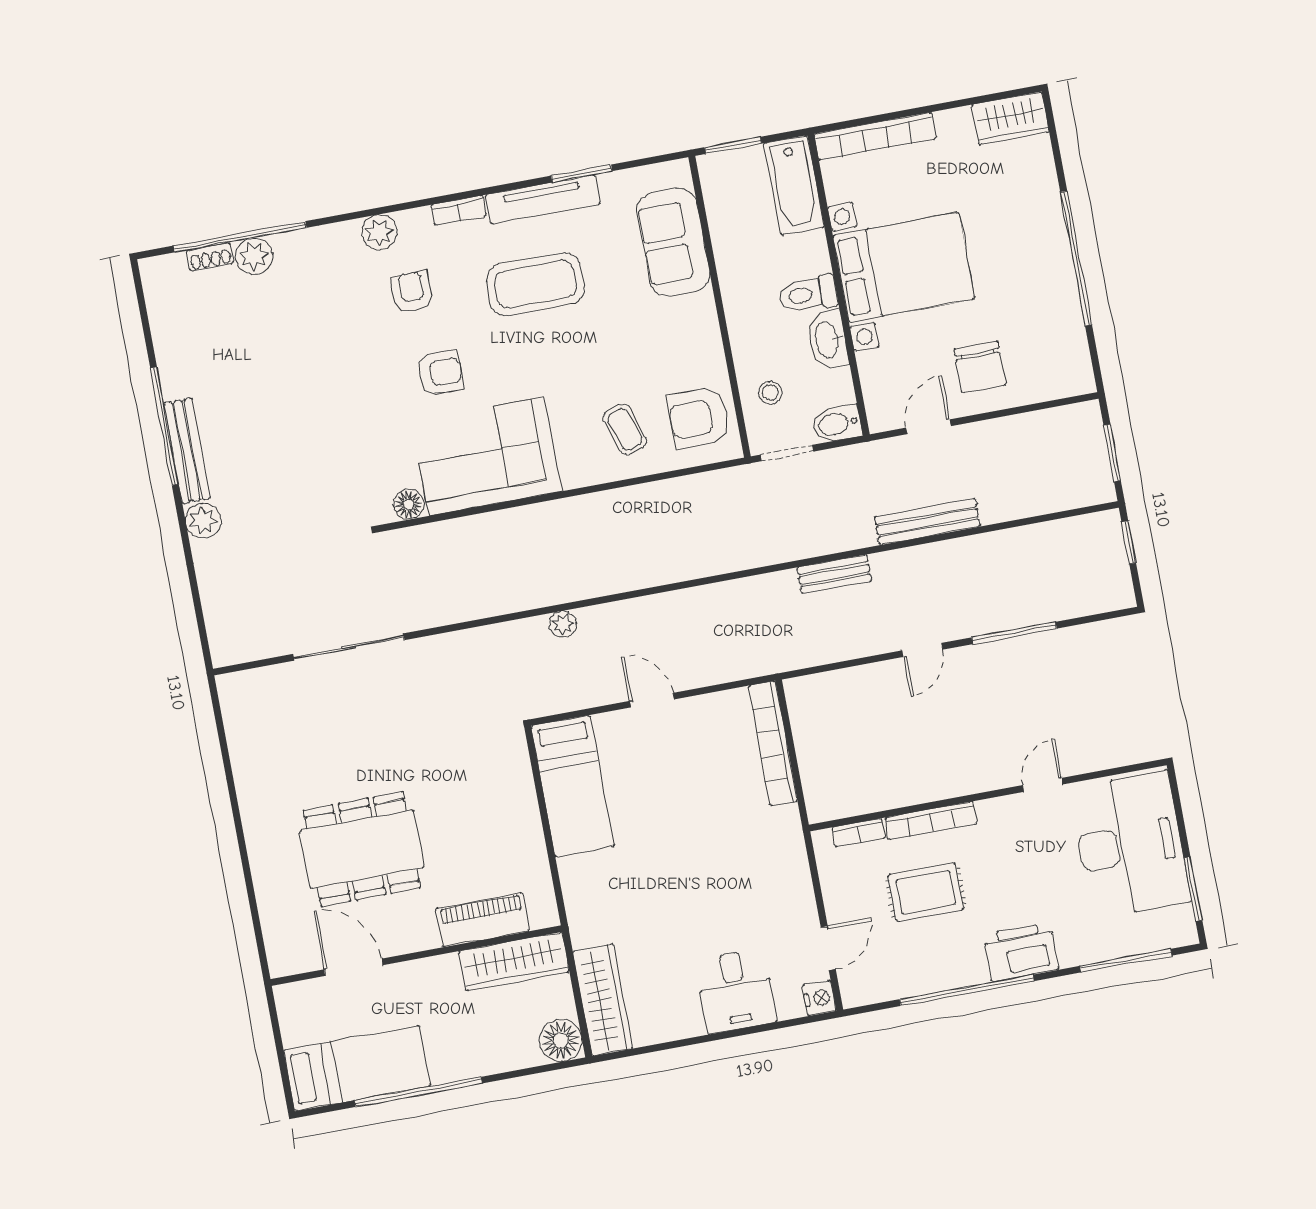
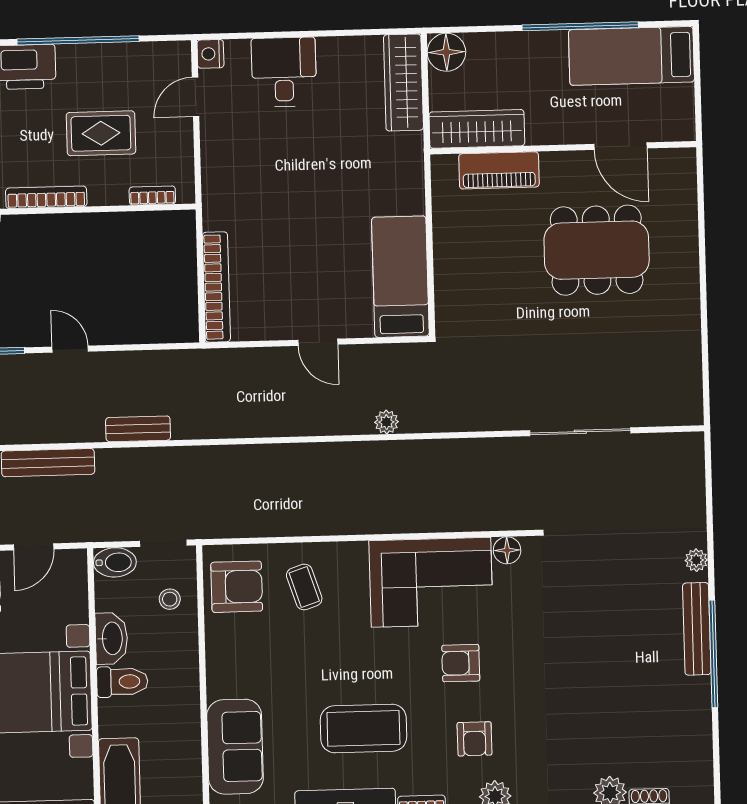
plant: (203, 520) -> (696, 560), width x0.73, depth x0.73
door: (923, 650) -> (70, 349), hinge flipped
bookcase: (931, 821) -> (46, 197), moved

